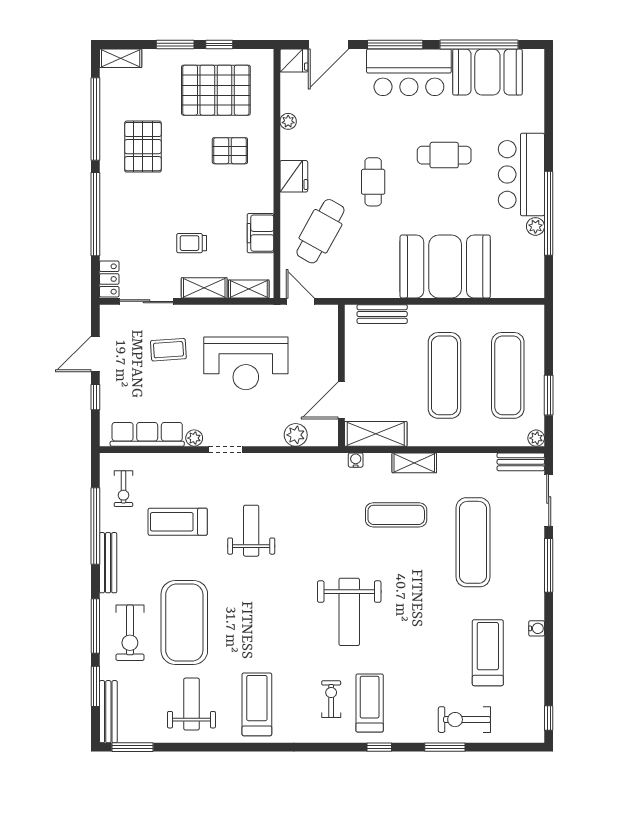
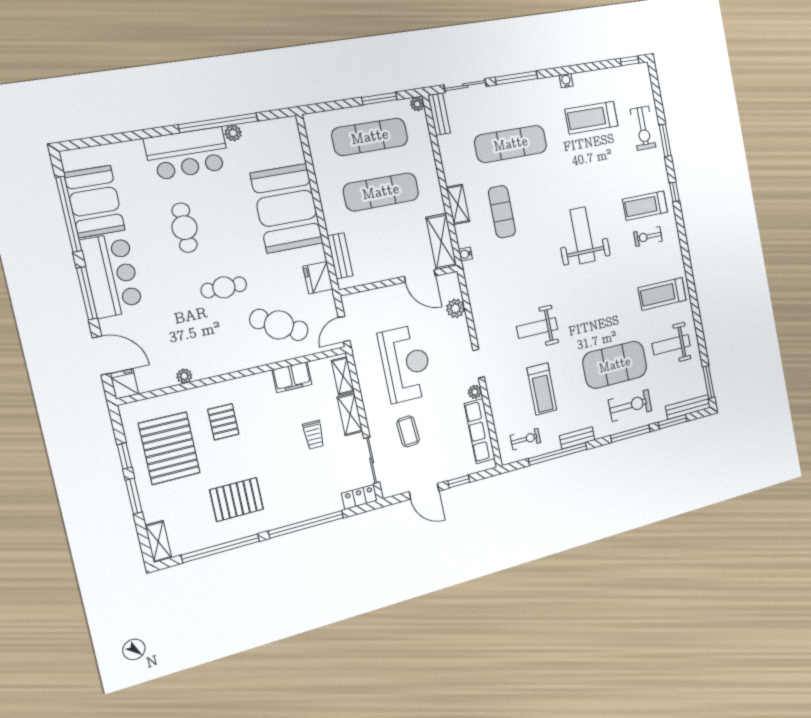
fridge: (294, 176) -> (318, 278), moved, turned -90
bench: (108, 563) -> (577, 438), width x0.73
weight bench: (349, 612) -> (583, 235), turned -90

